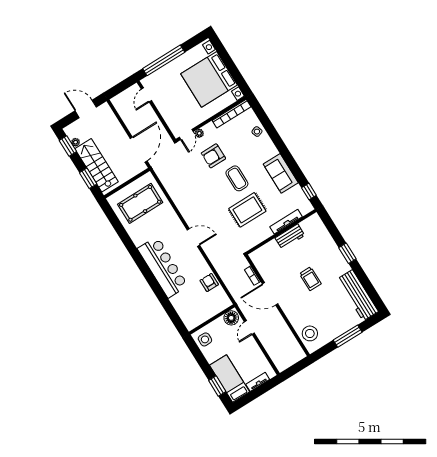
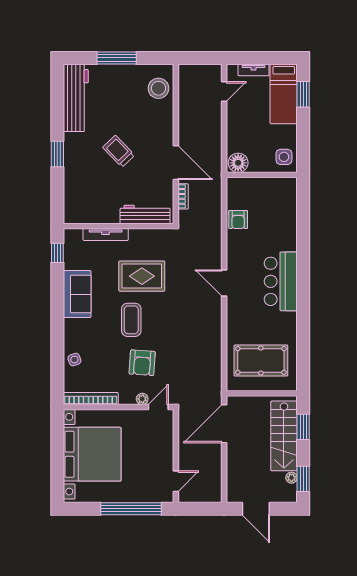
armchair: (213, 156) -> (142, 363), turned 94
workbench: (290, 237) -> (145, 214), moved, width x1.38
bar counter: (163, 267) -> (281, 281), width x0.73
trolley: (310, 279) -> (119, 151), turned -44
door: (249, 327) -> (224, 92), moved

